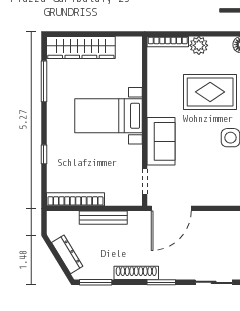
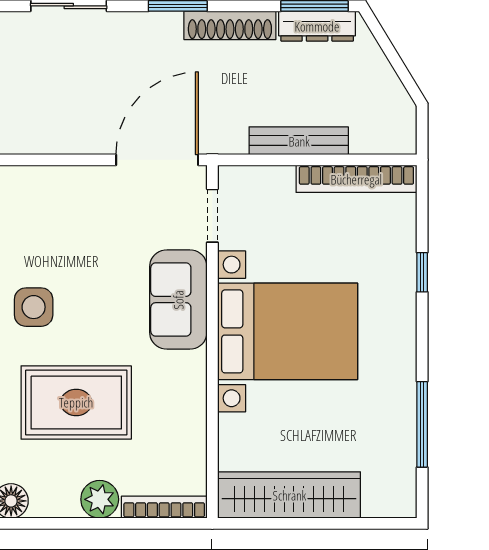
wardrobe: (81, 48) -> (289, 495), moved
bed with nightstands: (109, 116) -> (288, 331), width x1.36
dresser: (67, 254) -> (317, 26), moved, turned -59

